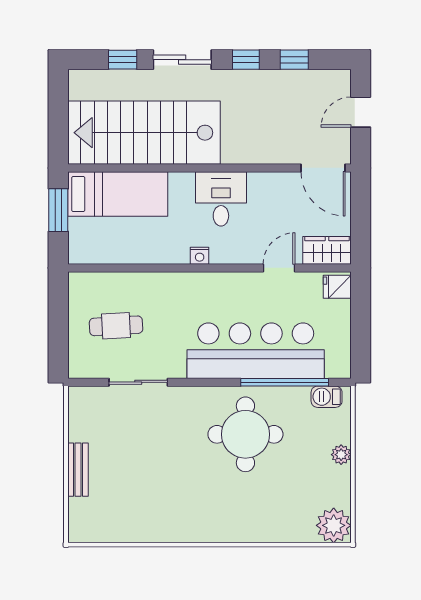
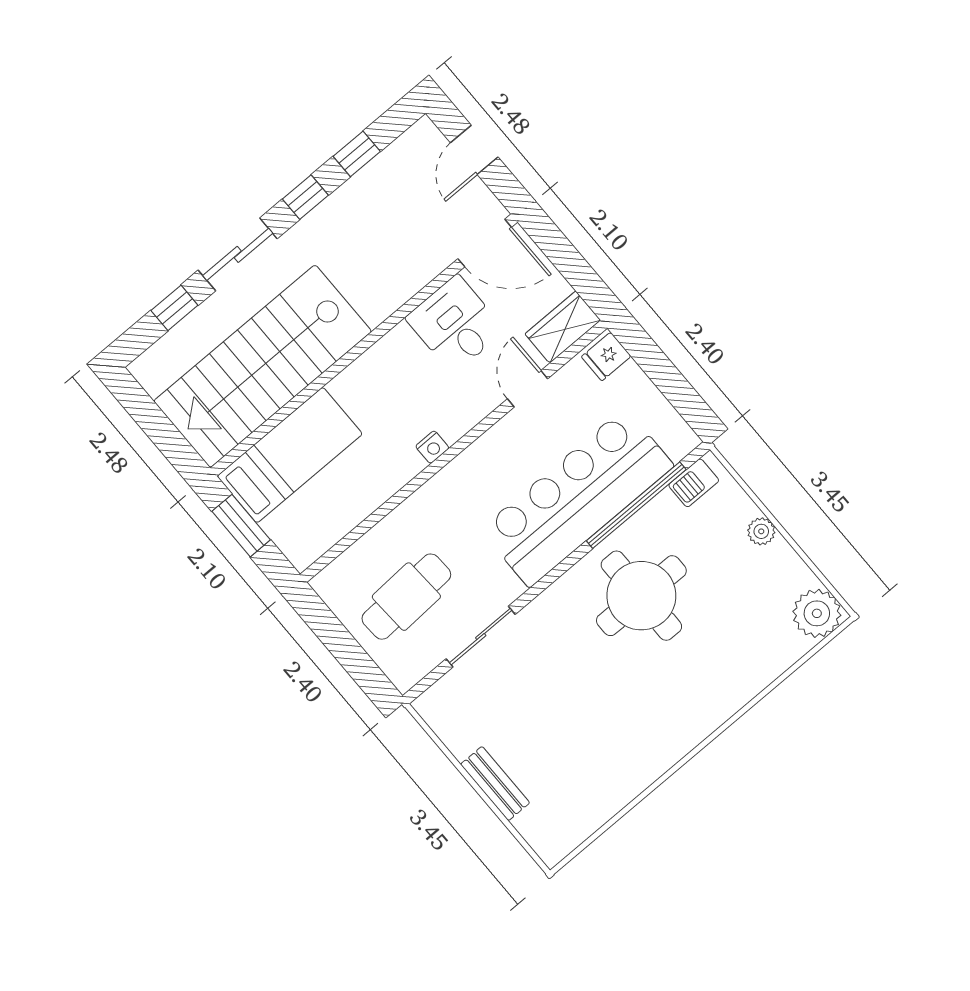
desk: (221, 199) -> (455, 324), moved
cafe table: (116, 326) -> (406, 597), width x1.37, depth x1.35

